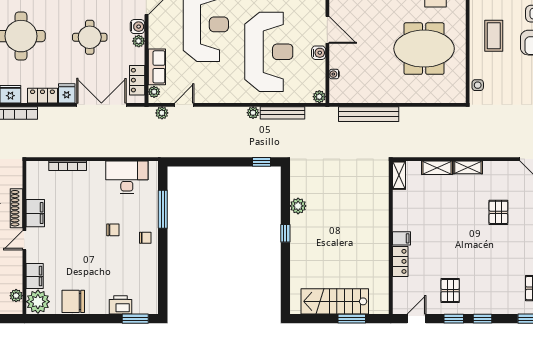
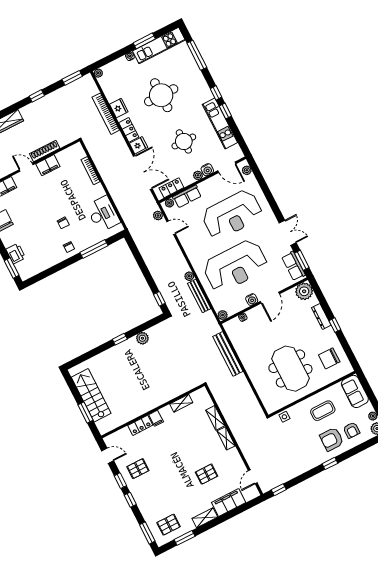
shelving: (399, 175) -> (181, 403), moved

